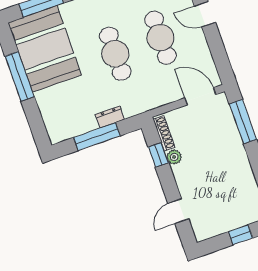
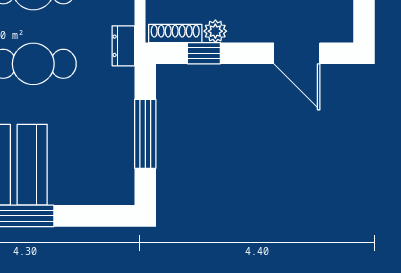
dresser: (110, 117) -> (123, 46), moved
door: (178, 211) -> (297, 53), width x1.38

